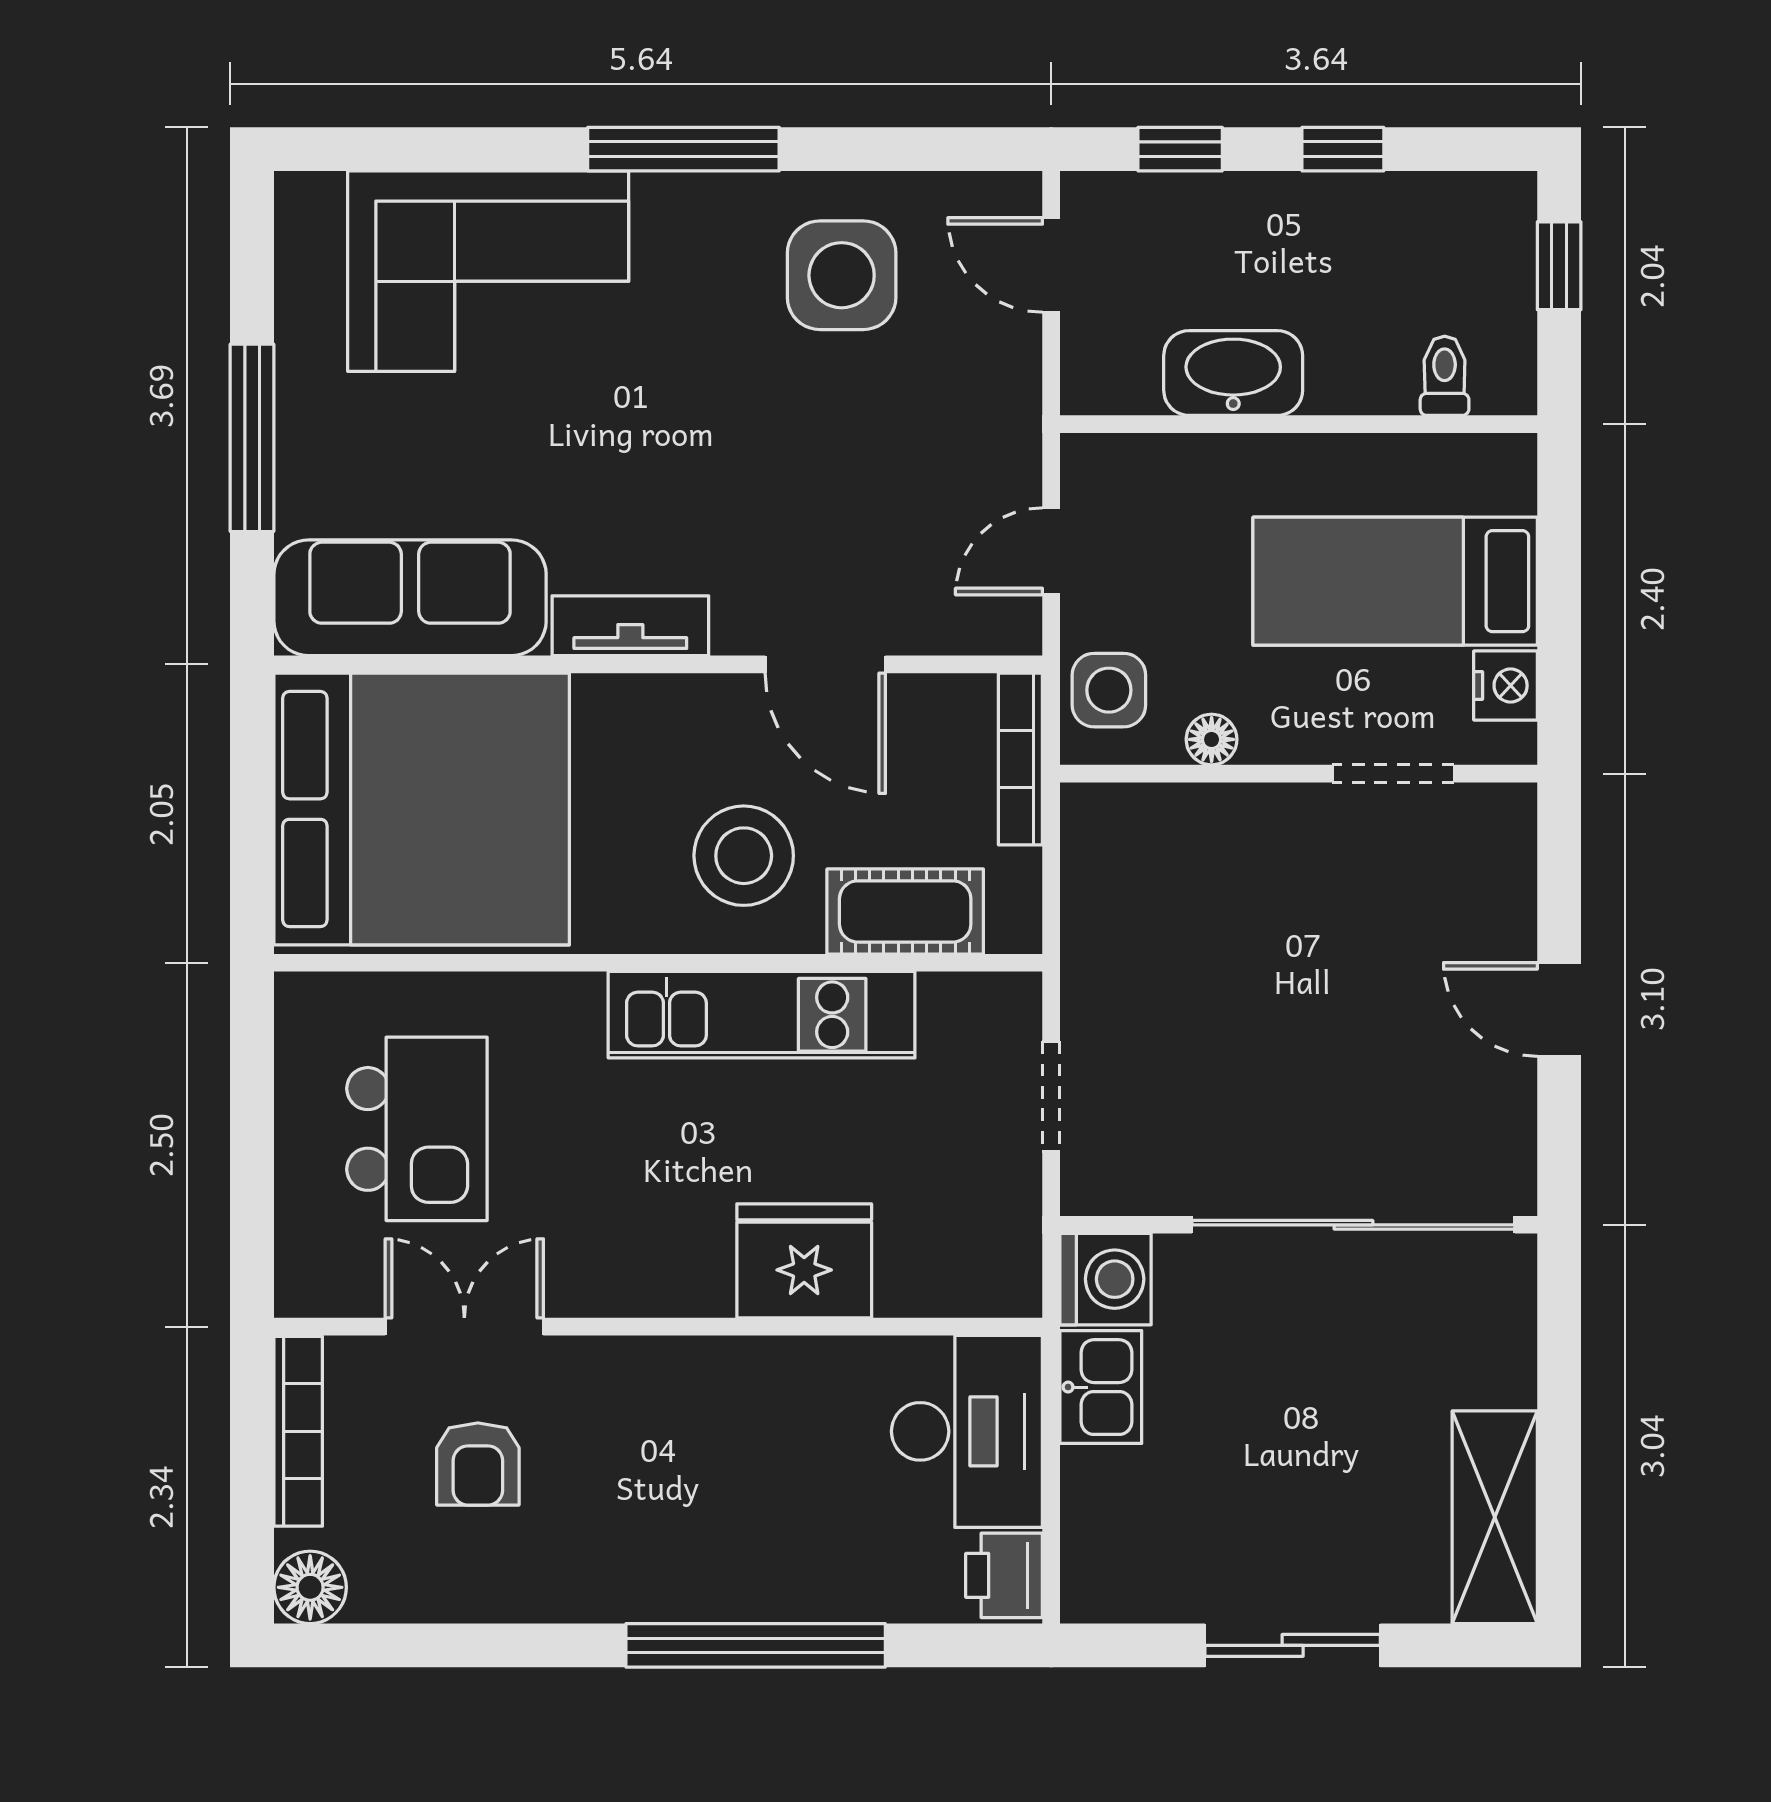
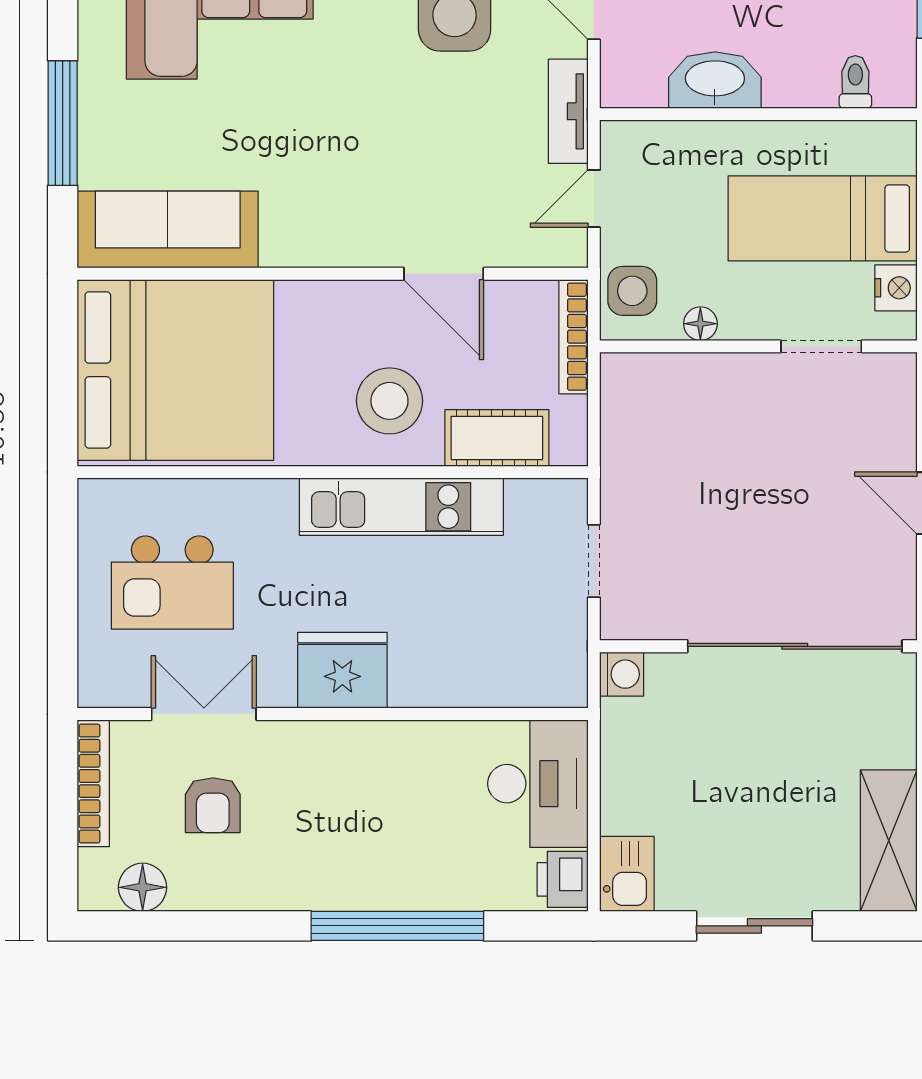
tv unit: (630, 626) -> (568, 111), moved, turned -90
kitchen island: (417, 1129) -> (172, 583), turned 90
fridge: (804, 1261) -> (342, 670), moved
washing machine: (1106, 1279) -> (622, 674), width x0.73, depth x0.73
kitchen sink: (1101, 1387) -> (627, 874), moved
floor lamp: (310, 1587) -> (143, 887), moved

